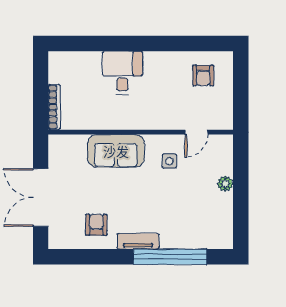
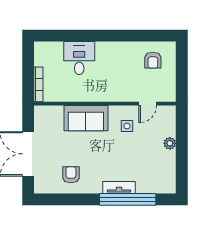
desk: (122, 73) -> (79, 58), moved
tv unit: (138, 241) -> (119, 187), moved

